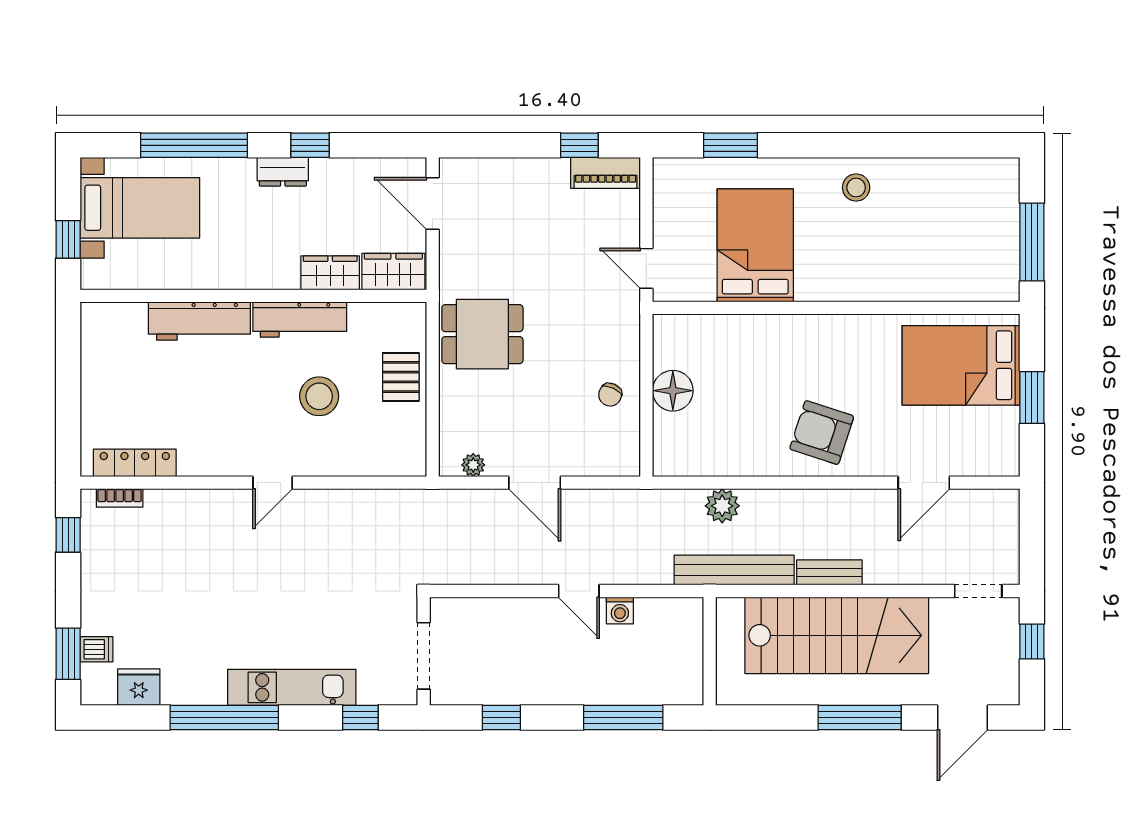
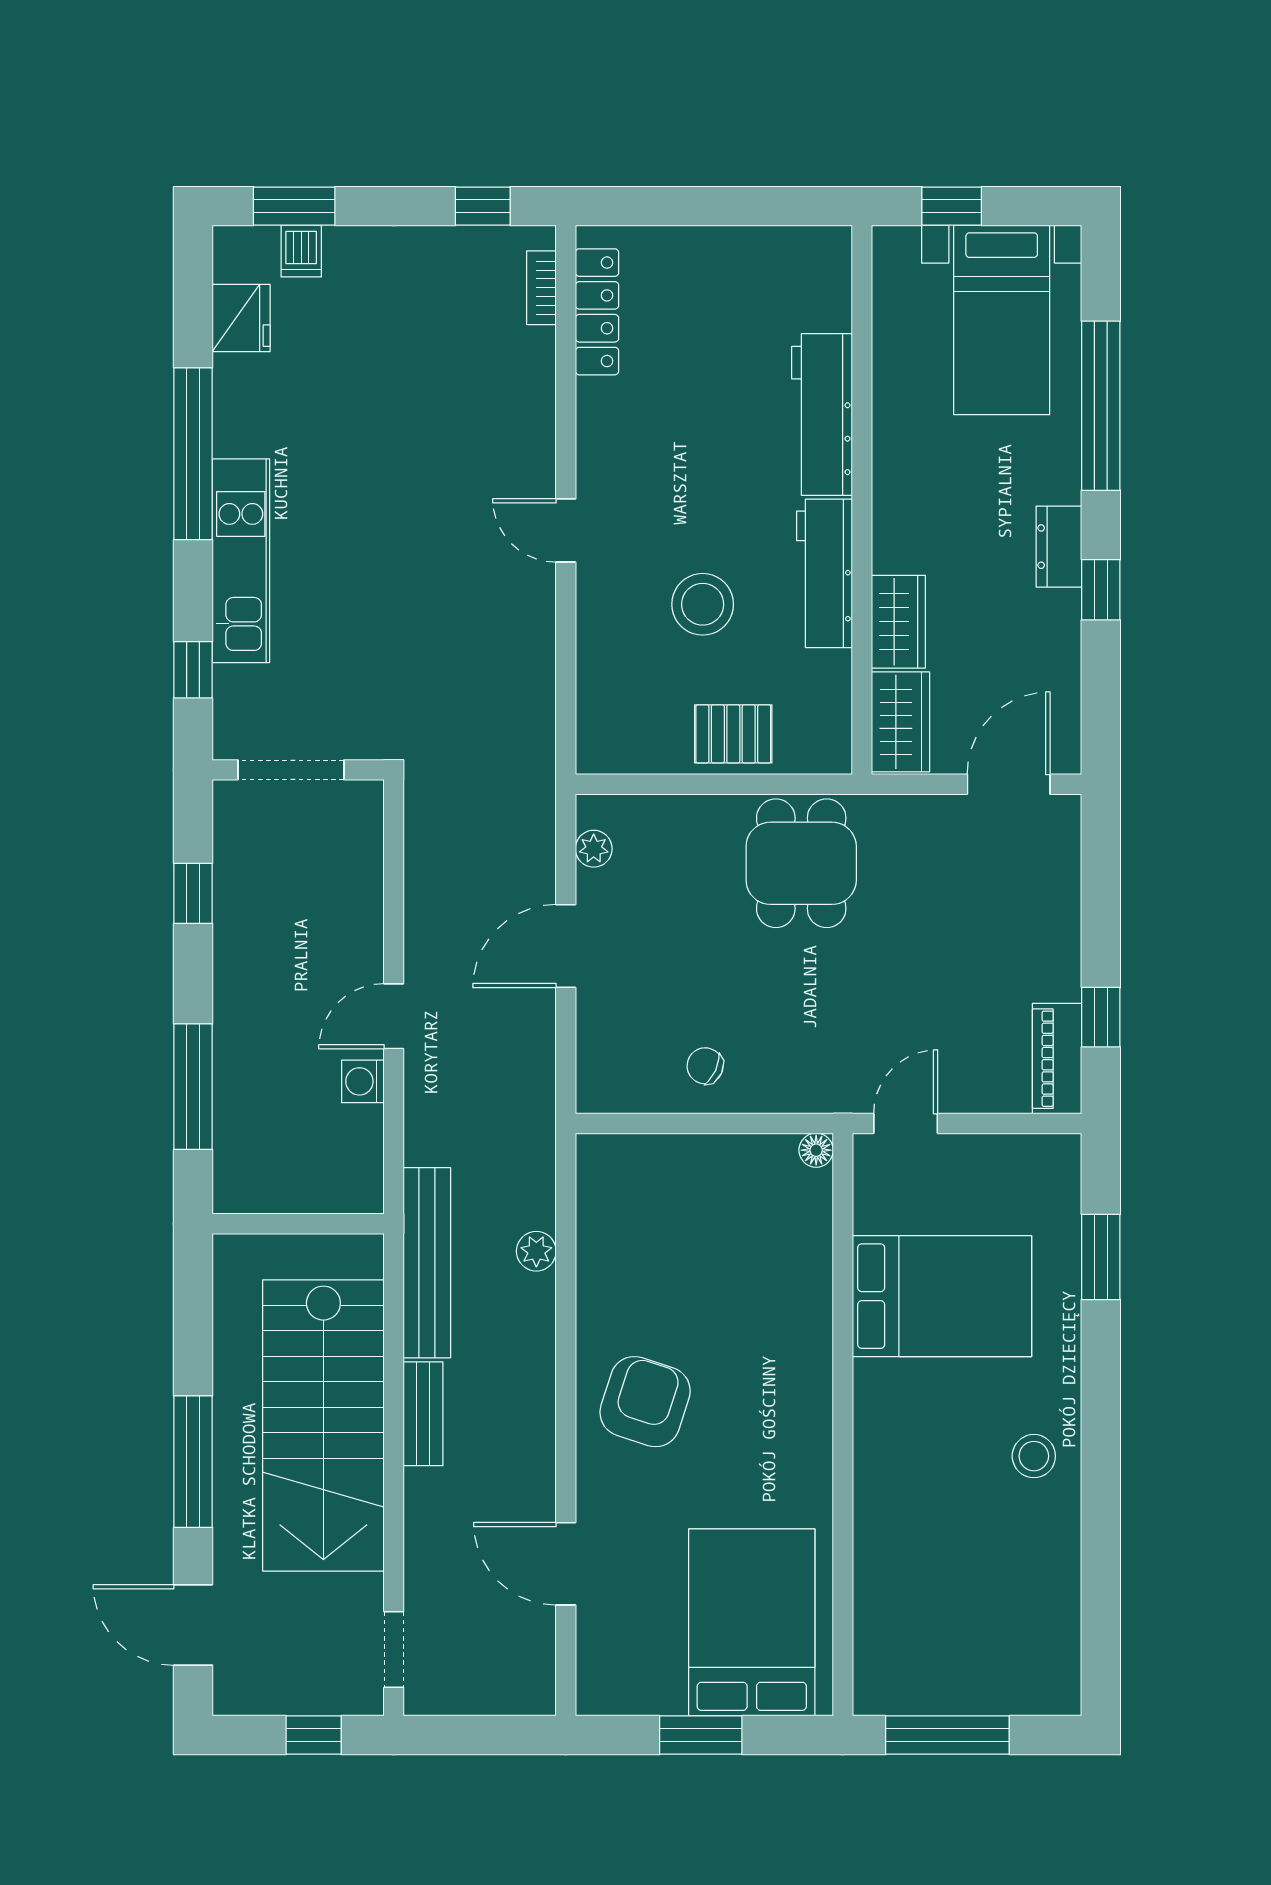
floor lamp: (673, 391) -> (816, 1150), moved, width x0.53, depth x0.53
plant: (722, 506) -> (536, 1251), width x0.73, depth x0.73

